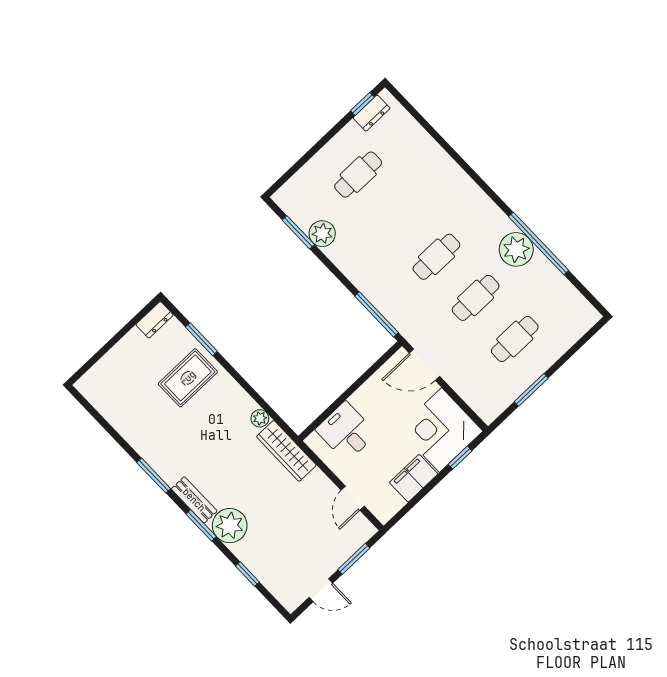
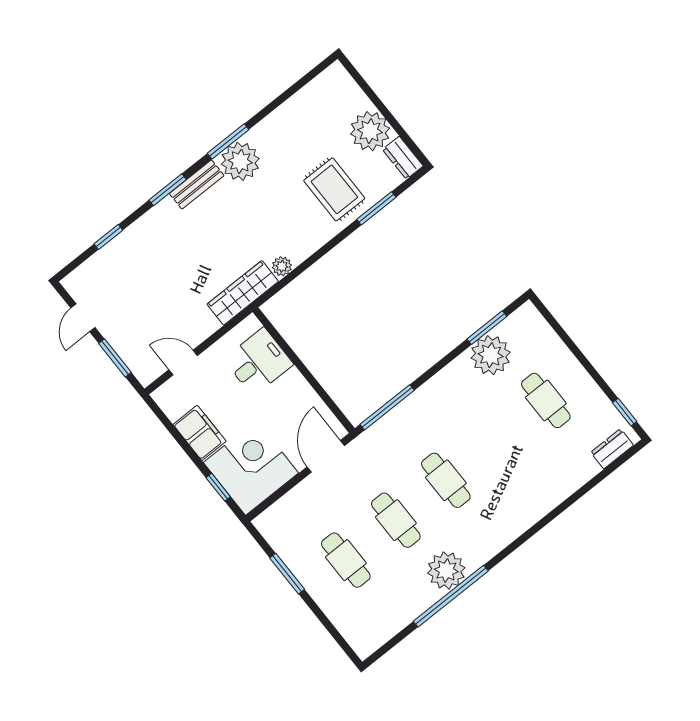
dresser: (371, 113) -> (612, 449), moved, turned 90
plant: (322, 234) -> (491, 355), width x1.36, depth x1.36
plant: (134, 351) -> (370, 131), added
plant: (230, 526) -> (240, 161), moved

